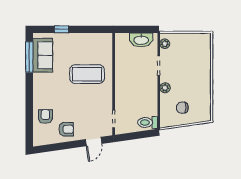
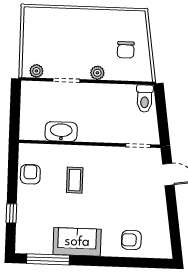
washbasin: (141, 40) -> (61, 132), moved, turned -90
sofa: (43, 55) -> (77, 242), moved
coffee table: (87, 74) -> (75, 180), width x0.54, depth x0.58
armchair: (66, 129) -> (30, 174), moved

